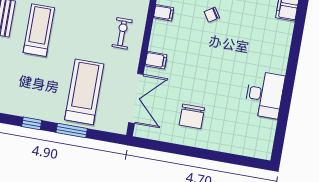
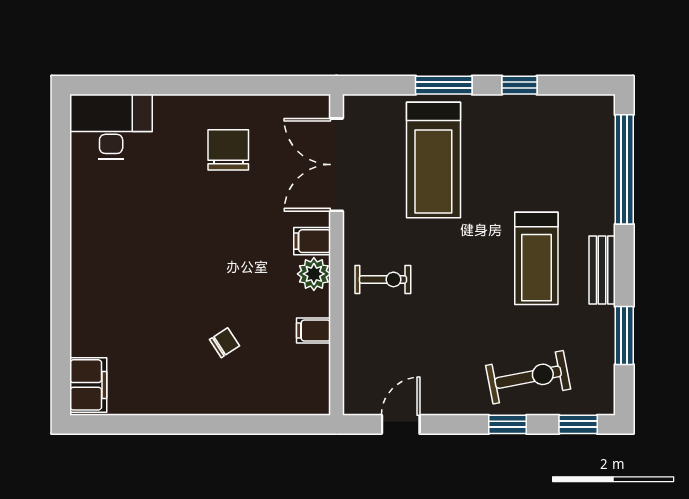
exercise bike: (122, 33) -> (383, 279), turned -90
plant: (158, 43) -> (314, 274), added
desk: (264, 95) -> (111, 126), moved, turned 90

